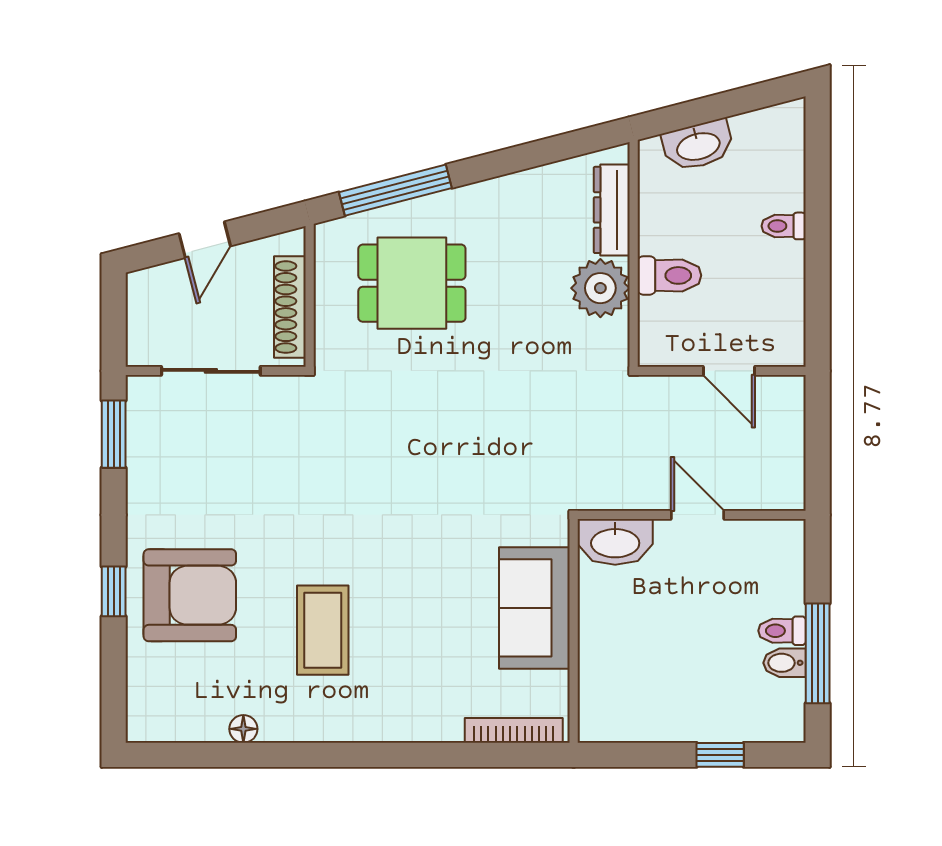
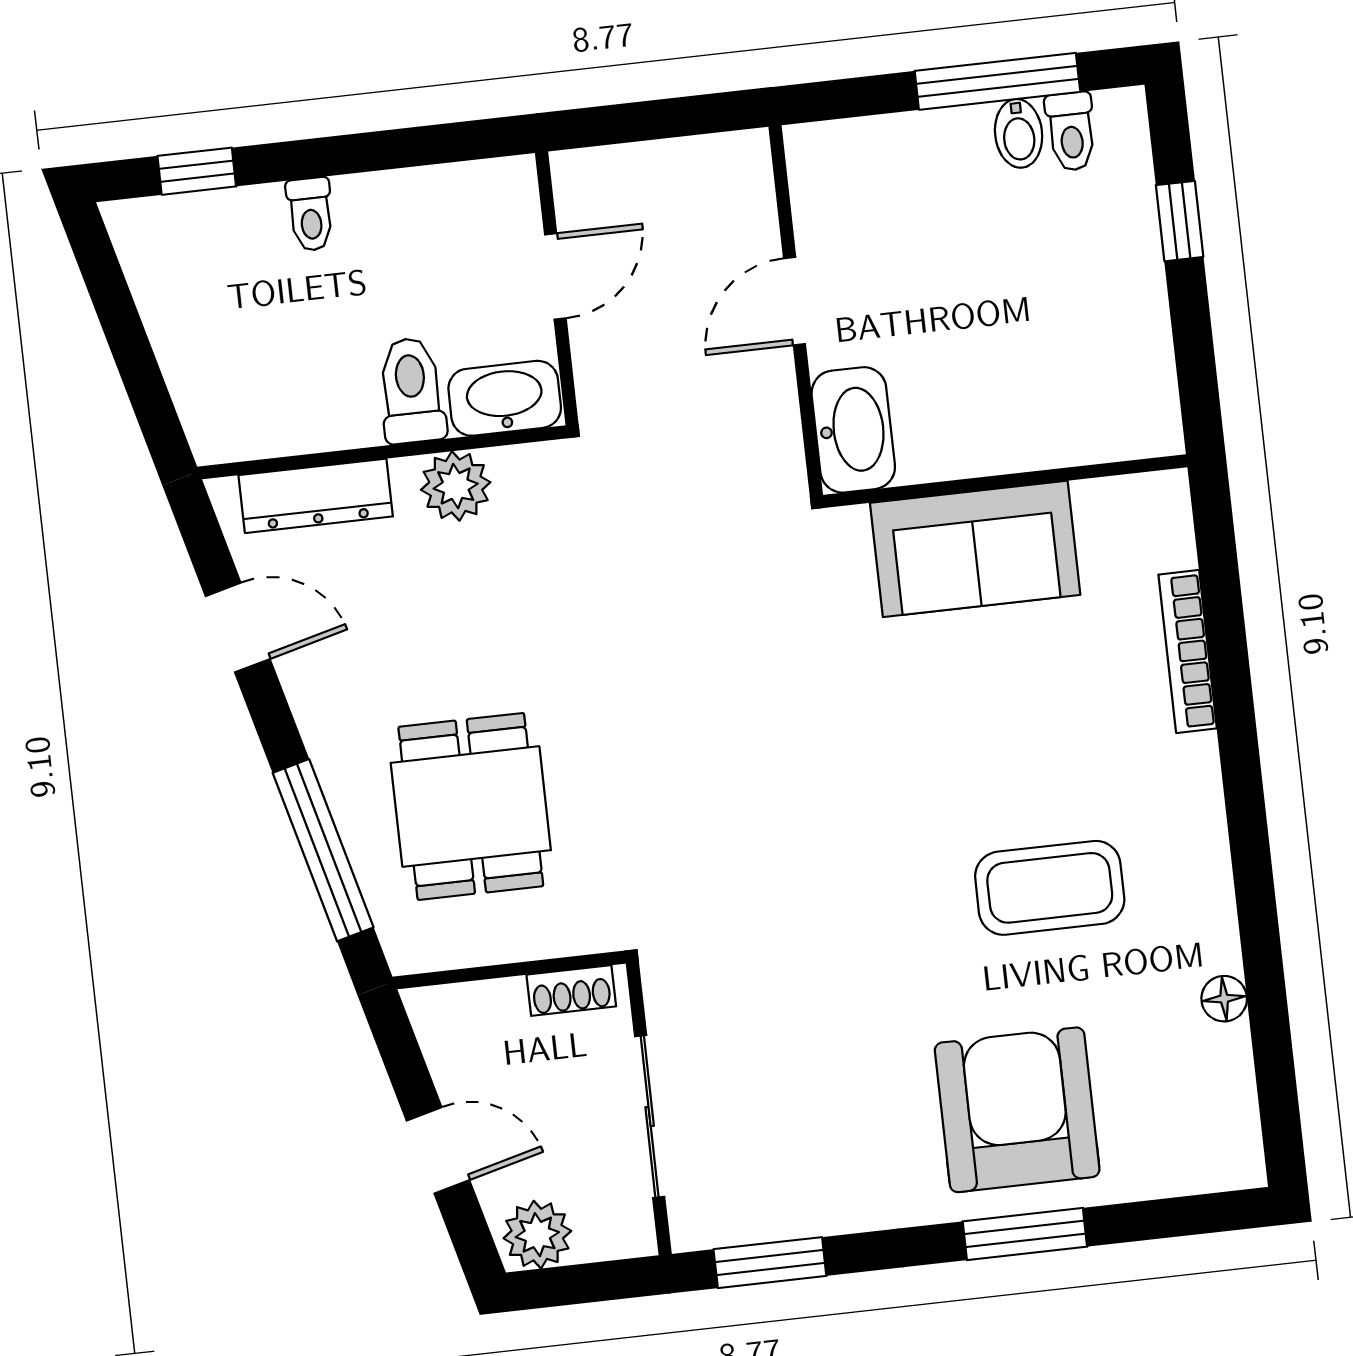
washbasin: (698, 145) -> (505, 398), moved, turned -75
door: (537, 153) -> (238, 628), added
window: (818, 160) -> (197, 171), added
plant: (600, 288) -> (456, 486), width x0.73, depth x0.73
plant: (147, 294) -> (537, 1235), added
shoe rack: (290, 307) -> (571, 991), width x0.51, depth x0.81
window: (114, 591) -> (1025, 1234), width x1.50
toilet: (782, 631) -> (1071, 131), moved
bookcase: (514, 730) -> (1188, 651), moved

